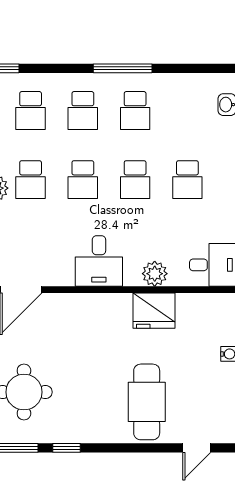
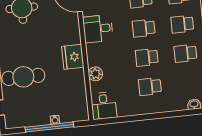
desk: (99, 261) -> (98, 29), moved
fridge: (154, 311) -> (73, 57), moved

